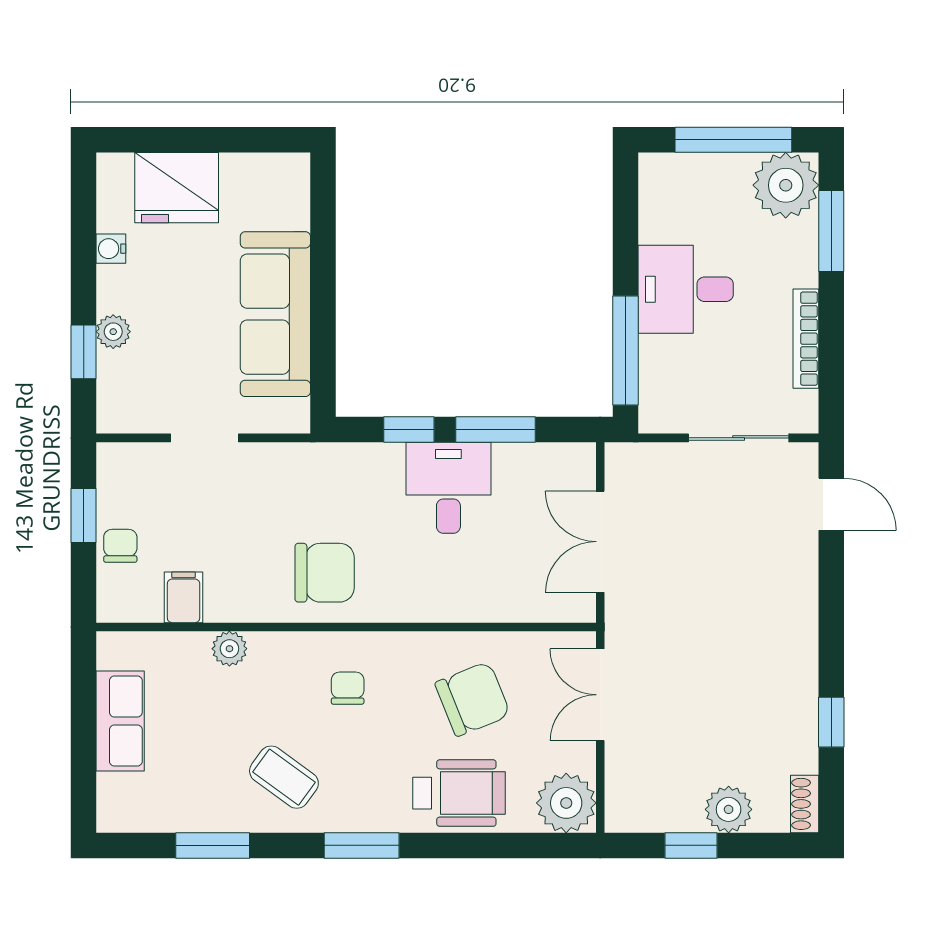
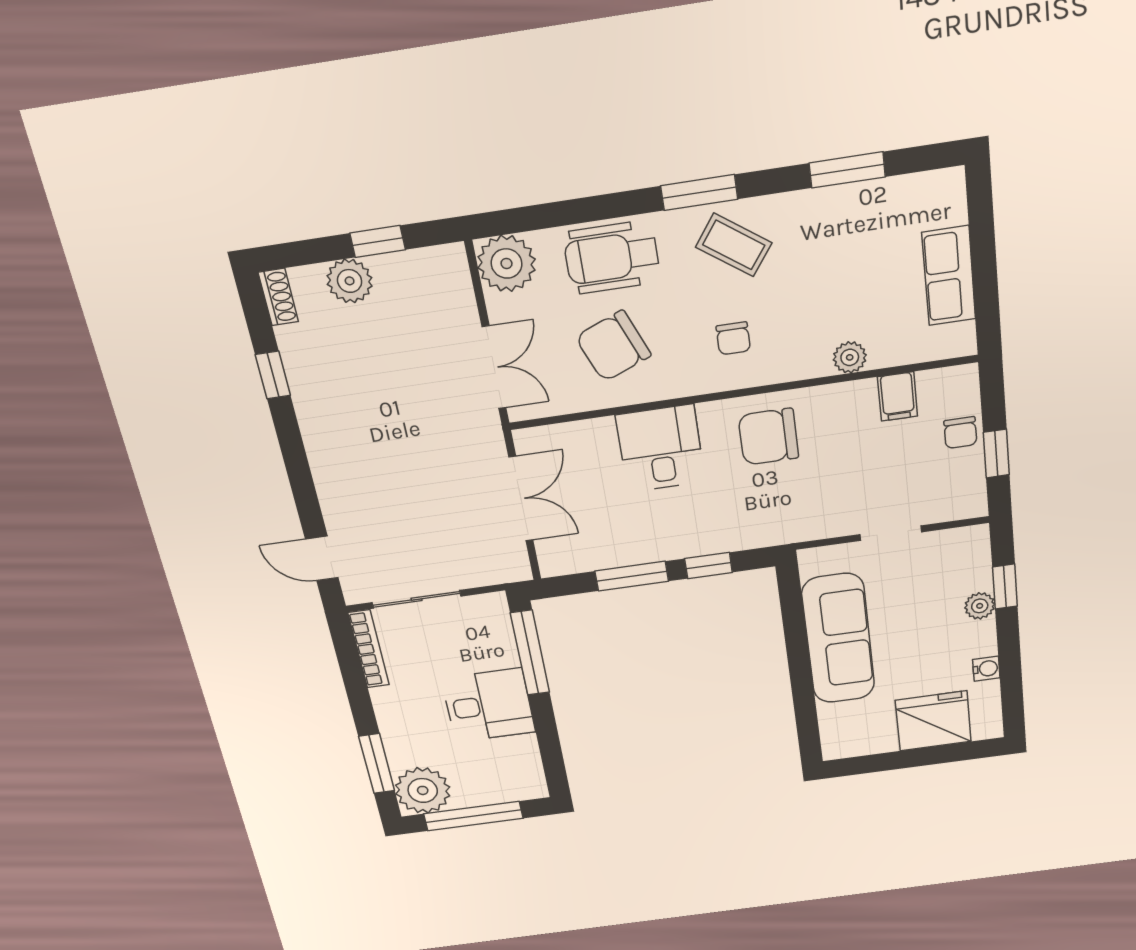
bookcase: (806, 339) -> (369, 649), moved
desk: (448, 488) -> (660, 448), moved, turned 180
coffee table: (284, 777) -> (734, 245), moved

